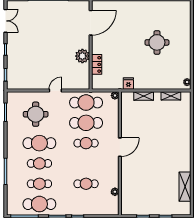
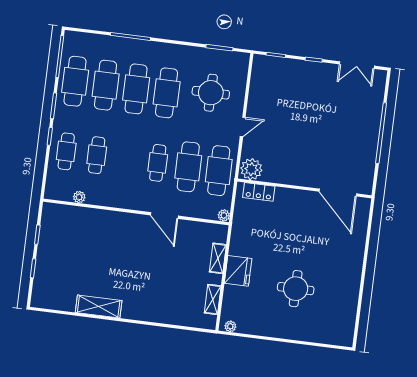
plant: (82, 56) -> (251, 169), moved
locker: (97, 64) -> (259, 192), moved
fridge: (128, 84) -> (238, 271), moved, width x1.88, depth x1.34
door: (55, 90) -> (243, 127), hinge flipped
door: (120, 147) -> (164, 216), moved
cafe table: (39, 163) -> (136, 89), width x1.37, depth x1.35
cafe table: (39, 184) -> (106, 85), width x1.37, depth x1.35
shelving: (185, 187) -> (99, 306), moved
cafe table: (86, 204) -> (66, 151), added

